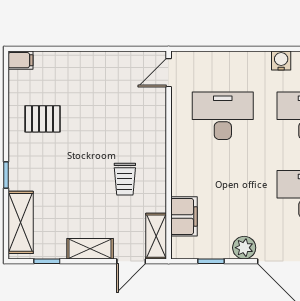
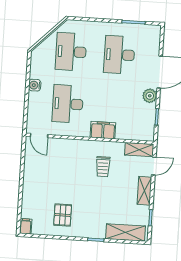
water cooler: (281, 61) -> (35, 85), moved
trolley: (125, 179) -> (103, 167), turned 90
filing cabinet: (184, 216) -> (103, 130), moved
door: (131, 261) -> (154, 166), hinge flipped

